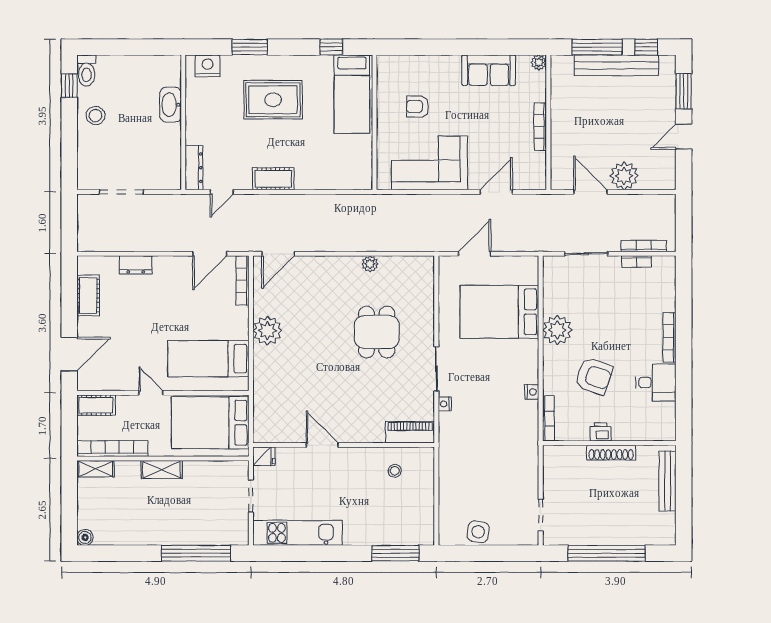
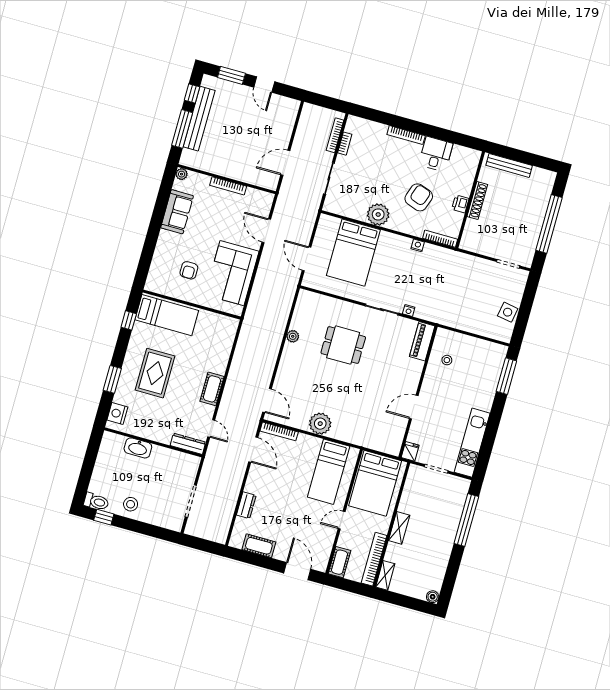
plant: (624, 176) -> (280, 135), removed

